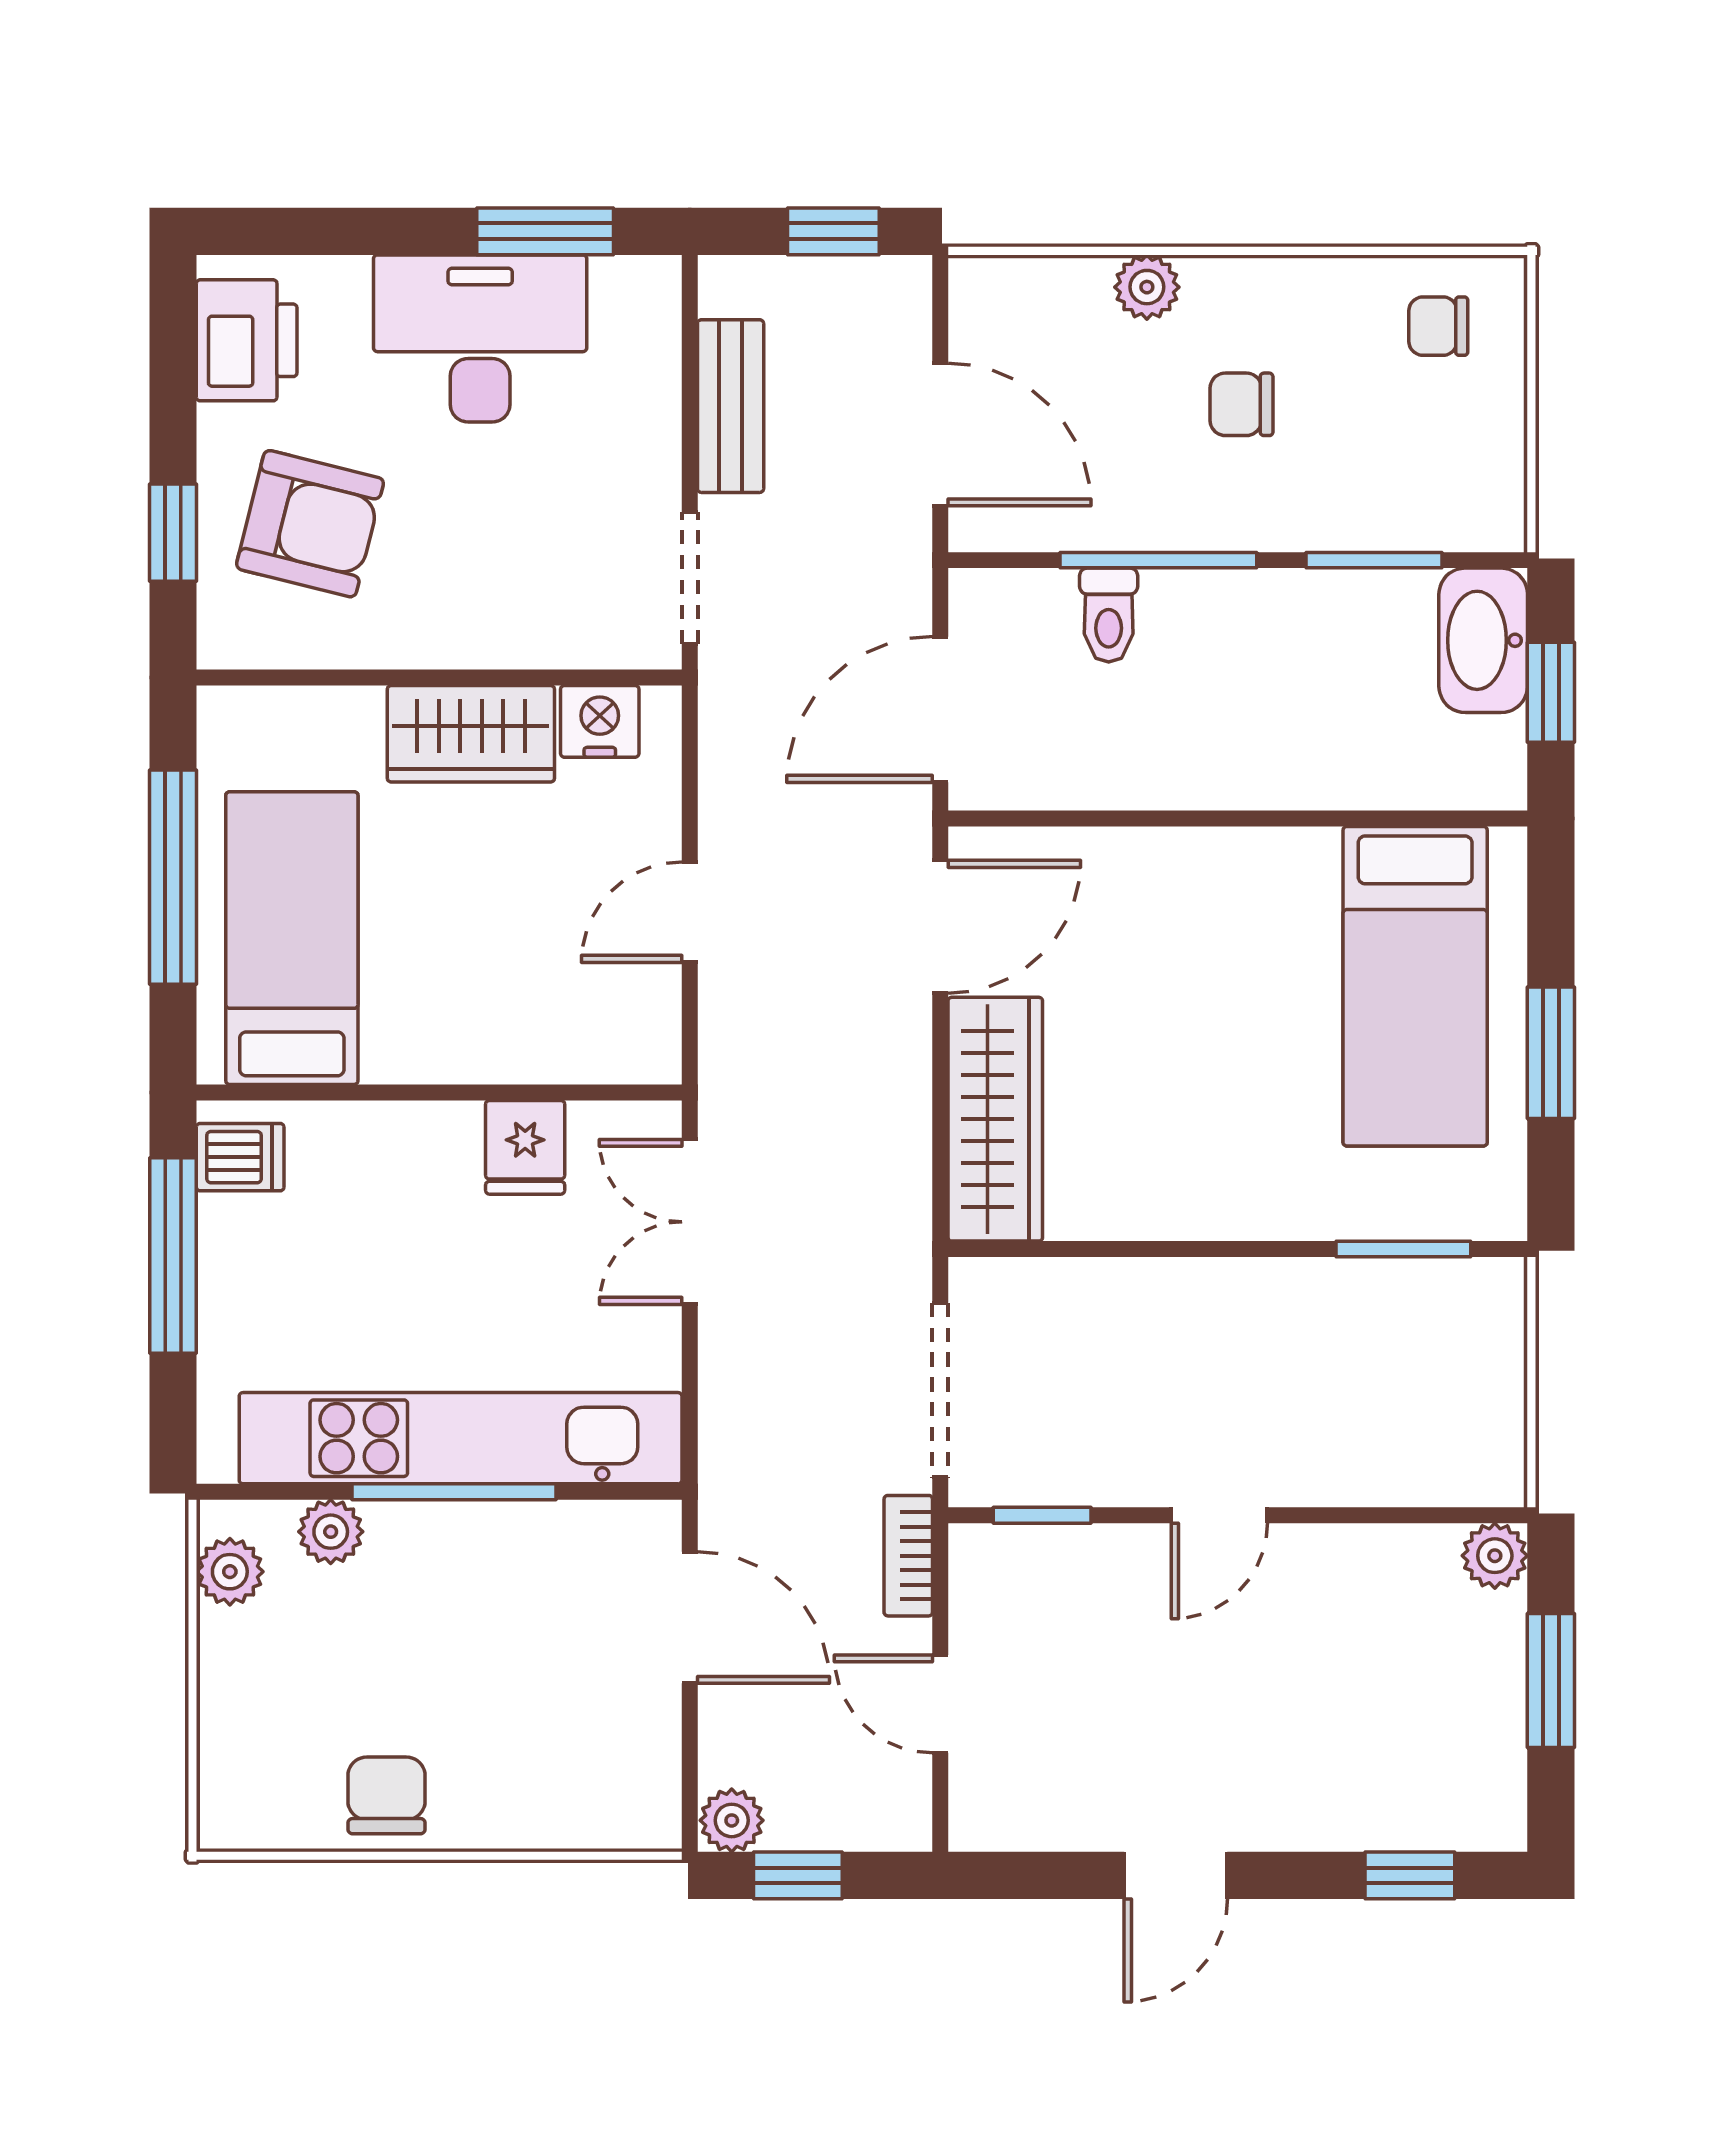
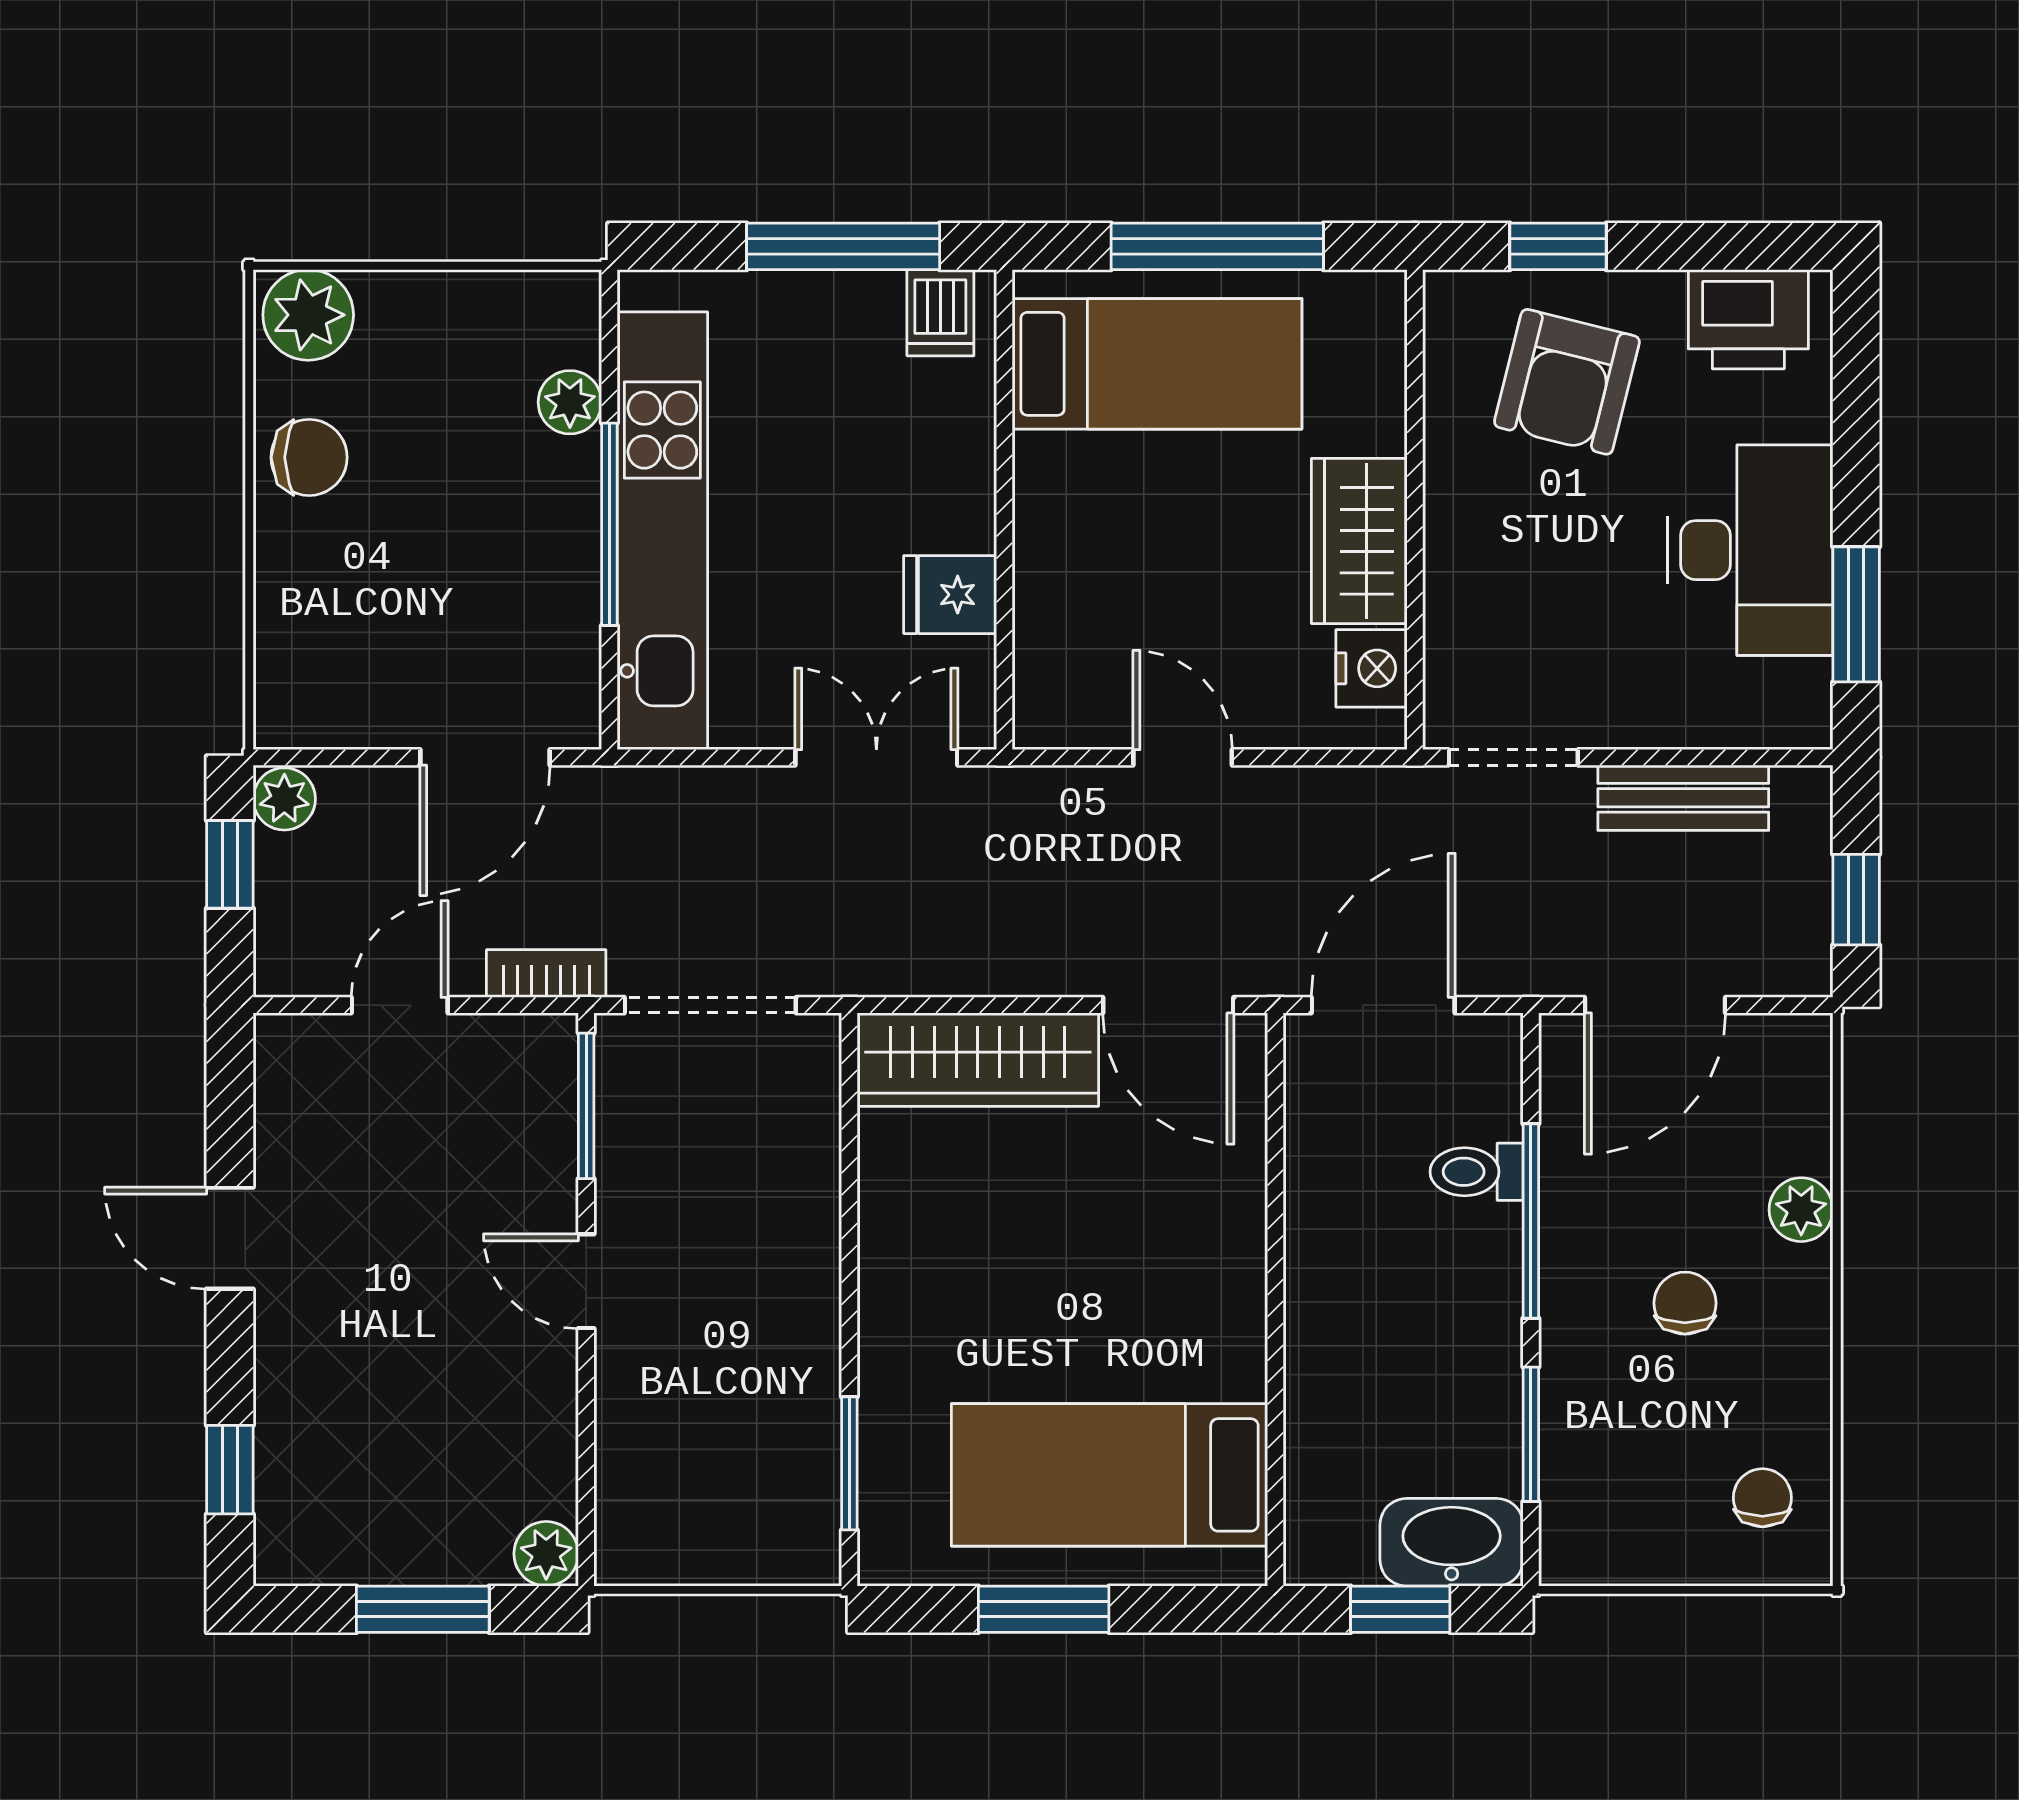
door: (940, 710) -> (1383, 1005), hinge flipped
window: (1042, 1515) -> (586, 1106), width x1.50
plant: (230, 1572) -> (308, 315), moved, width x1.38, depth x1.38

